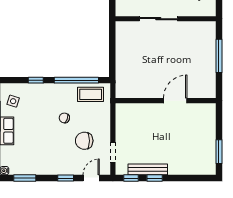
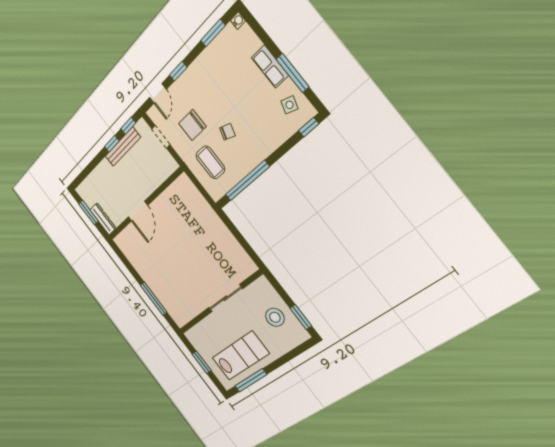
window: (36, 80) -> (309, 127), moved
coffee table: (91, 94) -> (210, 162), moved, turned 90
wall: (166, 101) -> (145, 205), moved
door: (175, 101) -> (138, 211), moved
dresser: (210, 138) -> (103, 219), added
chair: (84, 141) -> (192, 125), turned 180

